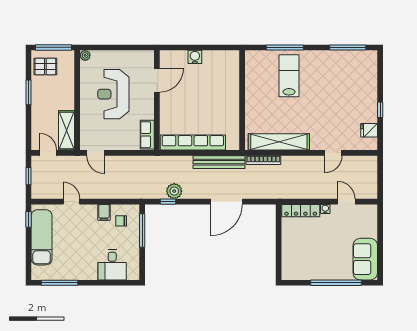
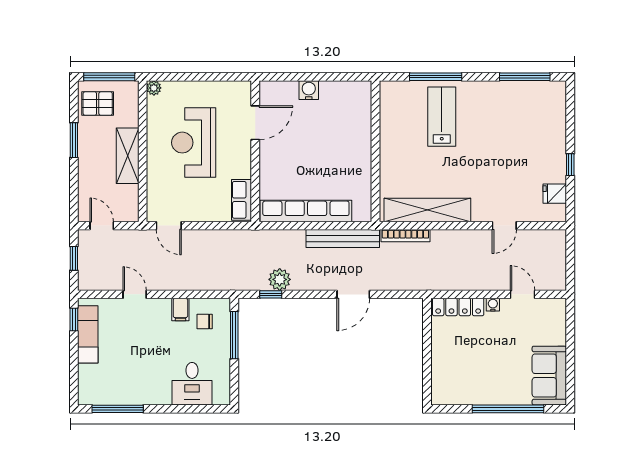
shelving: (67, 130) -> (128, 156), moved
door: (226, 202) -> (353, 294), width x0.73
exam couch: (42, 237) -> (88, 334), width x0.73, depth x0.69

